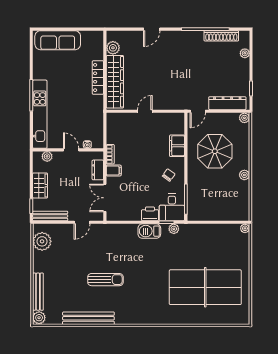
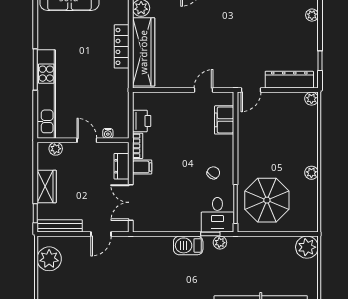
door: (145, 111) -> (203, 90), moved
filing cabinet: (177, 146) -> (224, 120), moved
parasol: (215, 151) -> (267, 200), moved
printer: (150, 214) -> (142, 121), moved, turned 90
plant: (245, 228) -> (307, 247), width x1.88, depth x1.88

